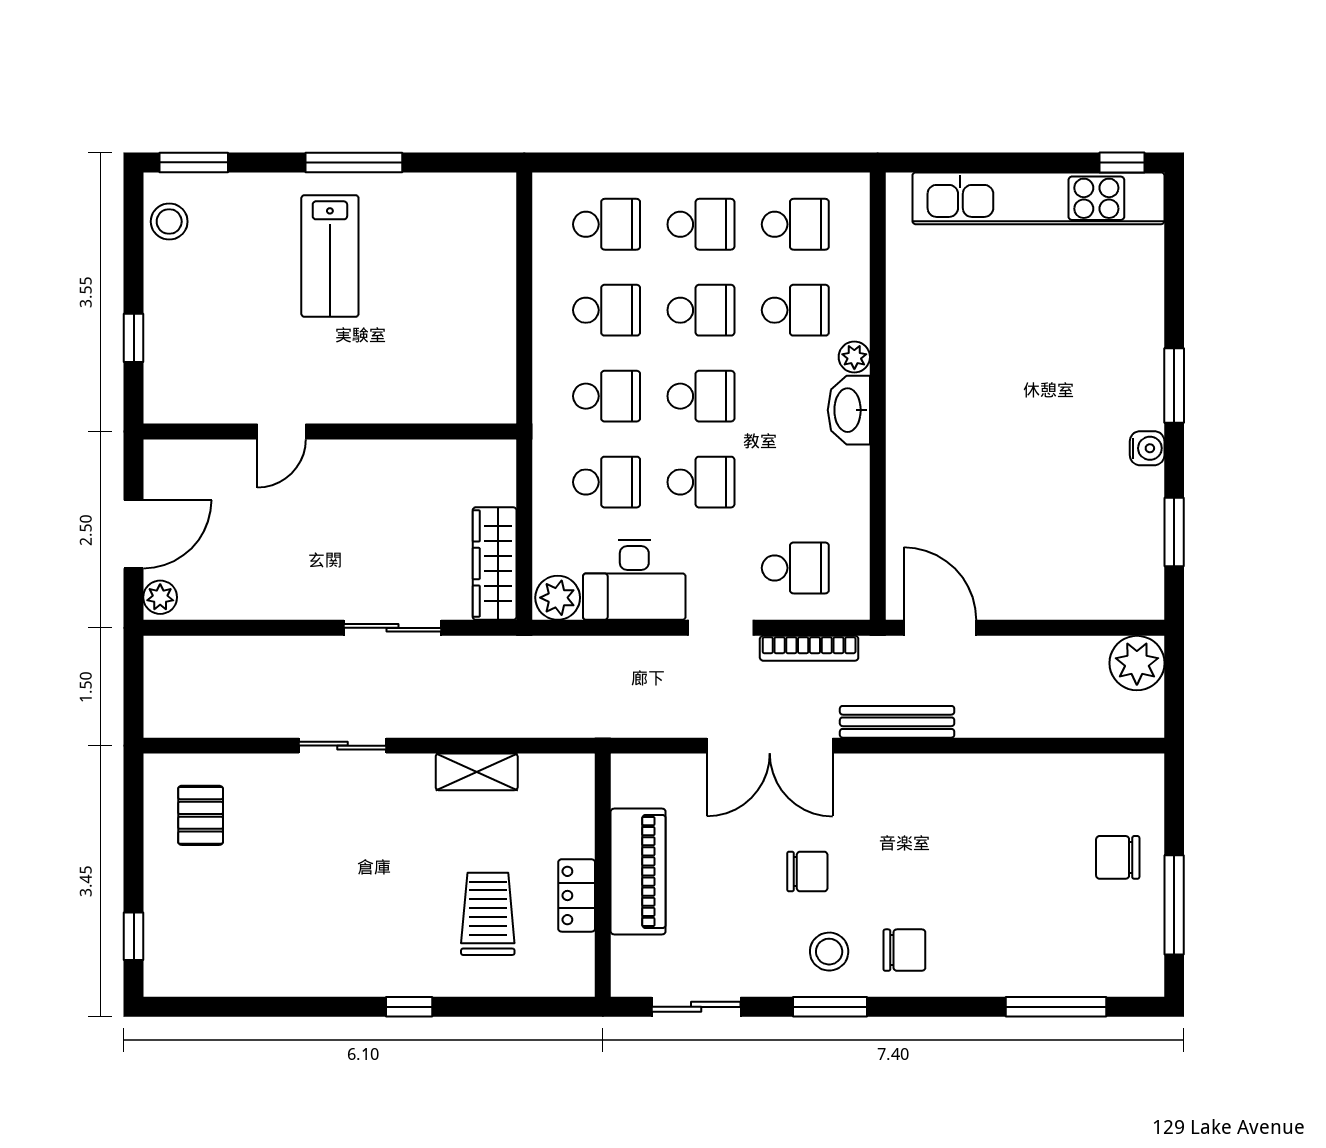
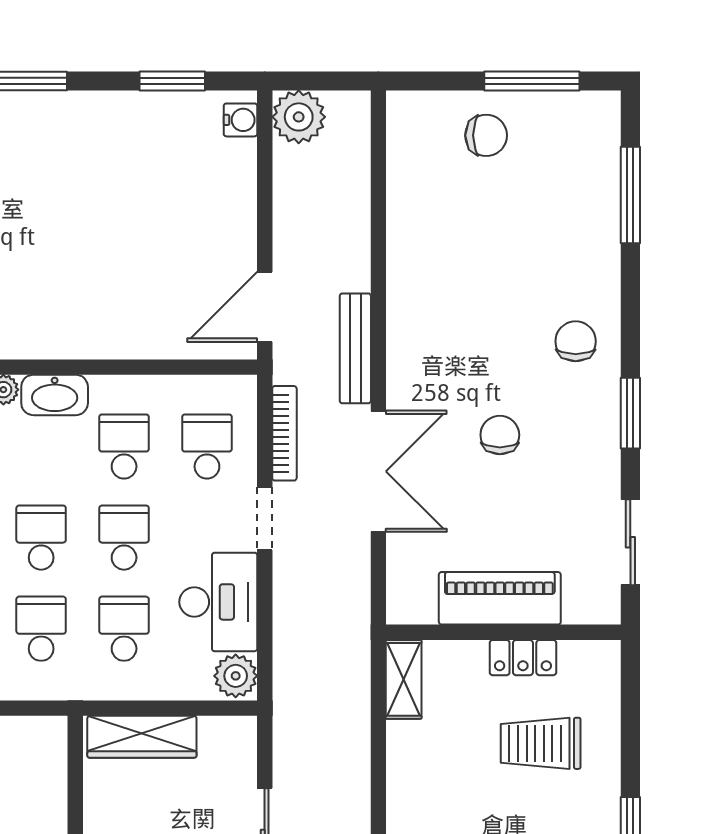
water cooler: (1147, 448) -> (240, 120), moved, turned 90
school desk: (795, 482) -> (124, 447), added
wardrobe: (495, 564) -> (142, 737), moved
shelving: (477, 772) -> (404, 679), moved
chair: (1118, 857) -> (486, 135), turned -90
stool: (829, 952) -> (577, 414), removed

